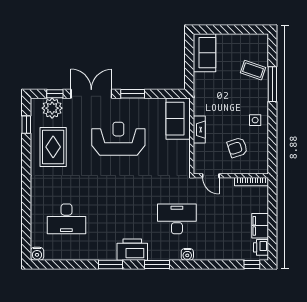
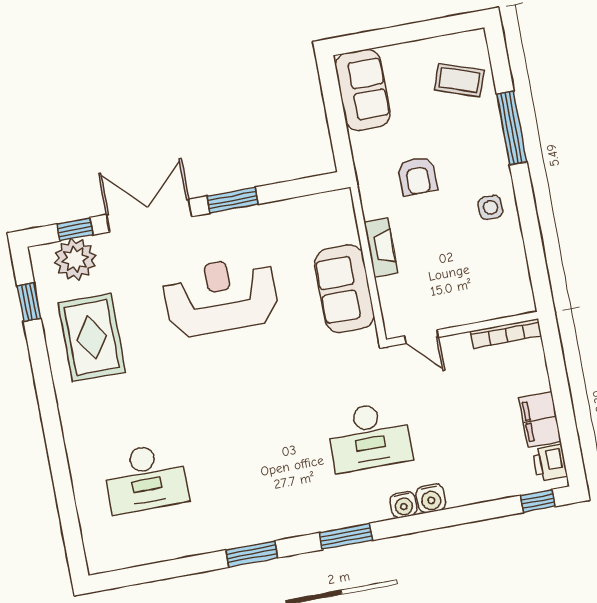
coffee table: (253, 70) -> (459, 80), moved
sofa: (178, 119) -> (344, 289), moved
armchair: (237, 148) -> (417, 176), moved, turned -72
desk: (177, 219) -> (369, 437), turned 180
printer: (132, 250) -> (290, 516), removed
water cooler: (37, 254) -> (431, 498), moved

